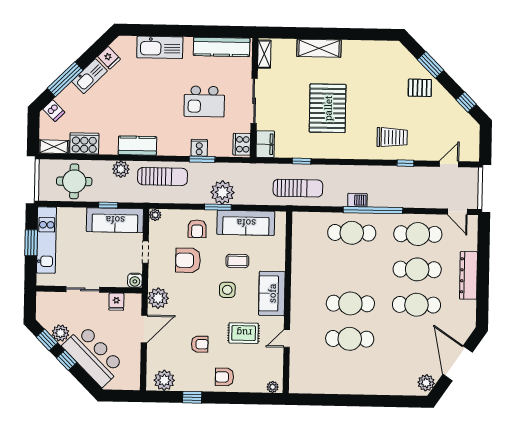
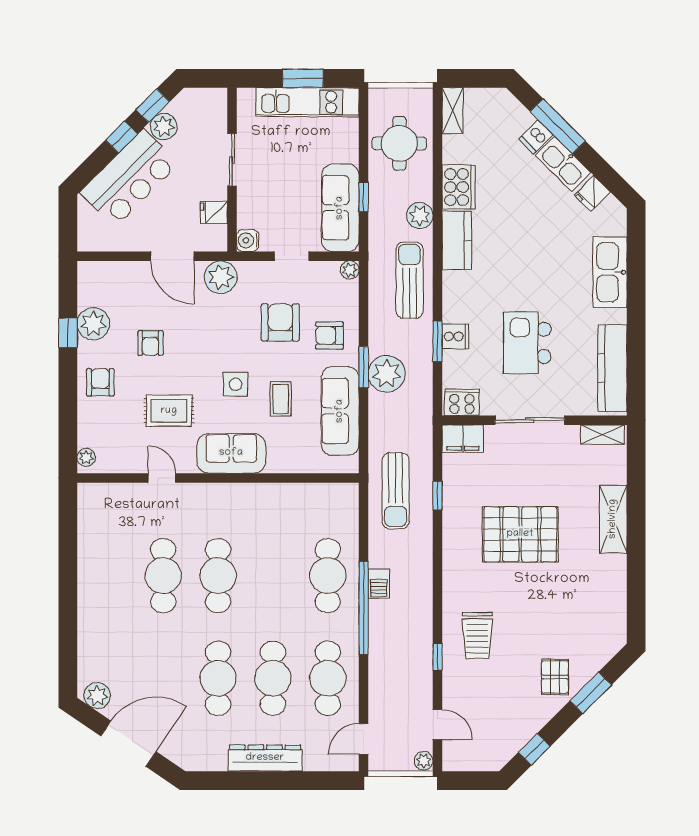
dishwasher: (54, 111) -> (536, 137), moved
cooker: (84, 143) -> (459, 187), moved
plant: (472, 173) -> (424, 761), added
sun lounger: (163, 177) -> (410, 280), turned 180
rug: (244, 333) -> (169, 411), turned 90
plant: (164, 380) -> (93, 324), moved

